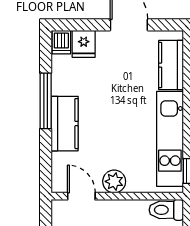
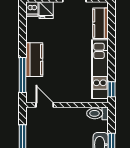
window: (46, 101) -> (22, 75), moved
plant: (114, 181) -> (65, 96), removed

